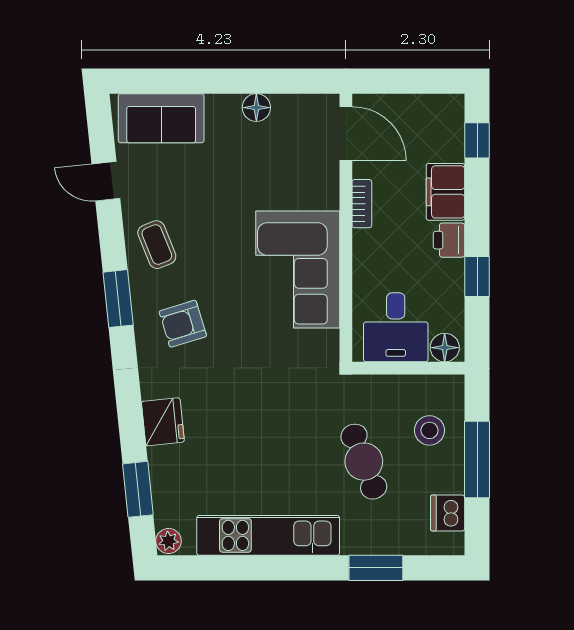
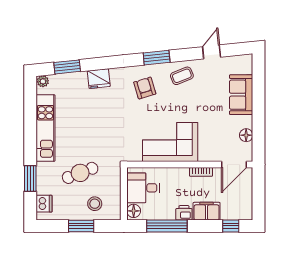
floor lamp: (256, 108) -> (246, 135), moved
sofa: (161, 118) -> (241, 95), moved
window: (477, 276) -> (167, 226), width x2.17
window: (477, 459) -> (81, 226), width x0.69
dishwasher: (448, 513) -> (44, 204), moved, turned 90

